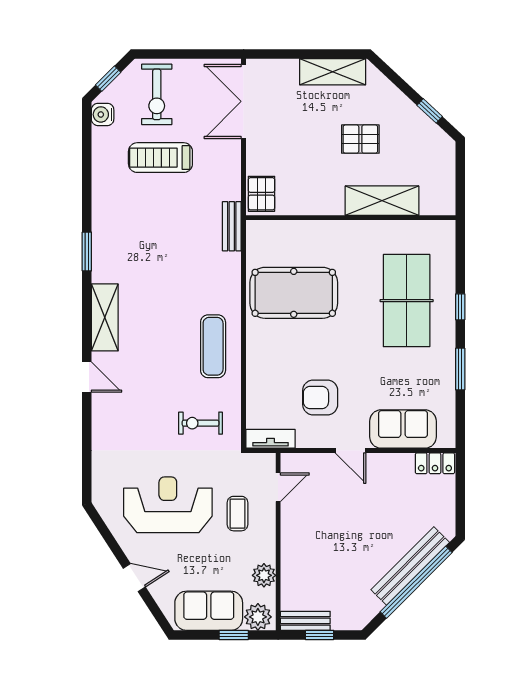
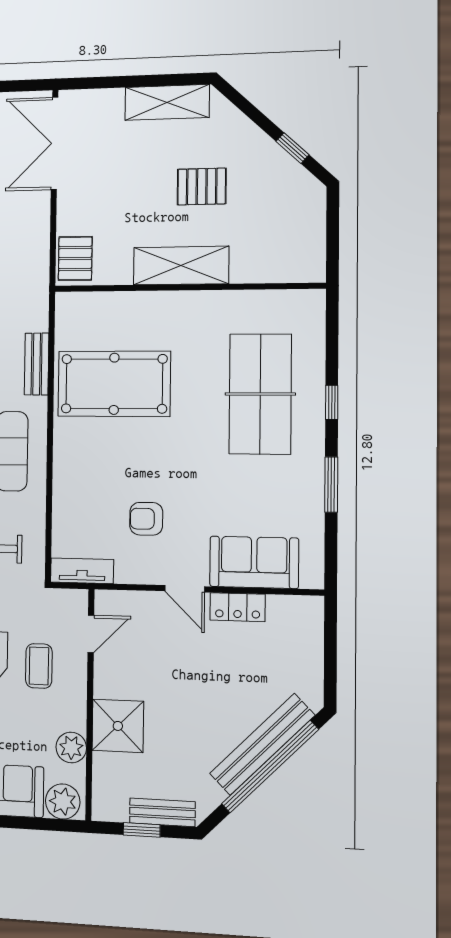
shelving: (382, 201) -> (181, 266), moved
bench: (232, 226) -> (37, 364), moved
armchair: (320, 397) -> (146, 519), width x0.72, depth x0.72
locker: (435, 463) -> (238, 607), moved
shower: (300, 557) -> (118, 726), added
bench: (305, 621) -> (162, 812), moved
window: (234, 635) -> (32, 823), removed

